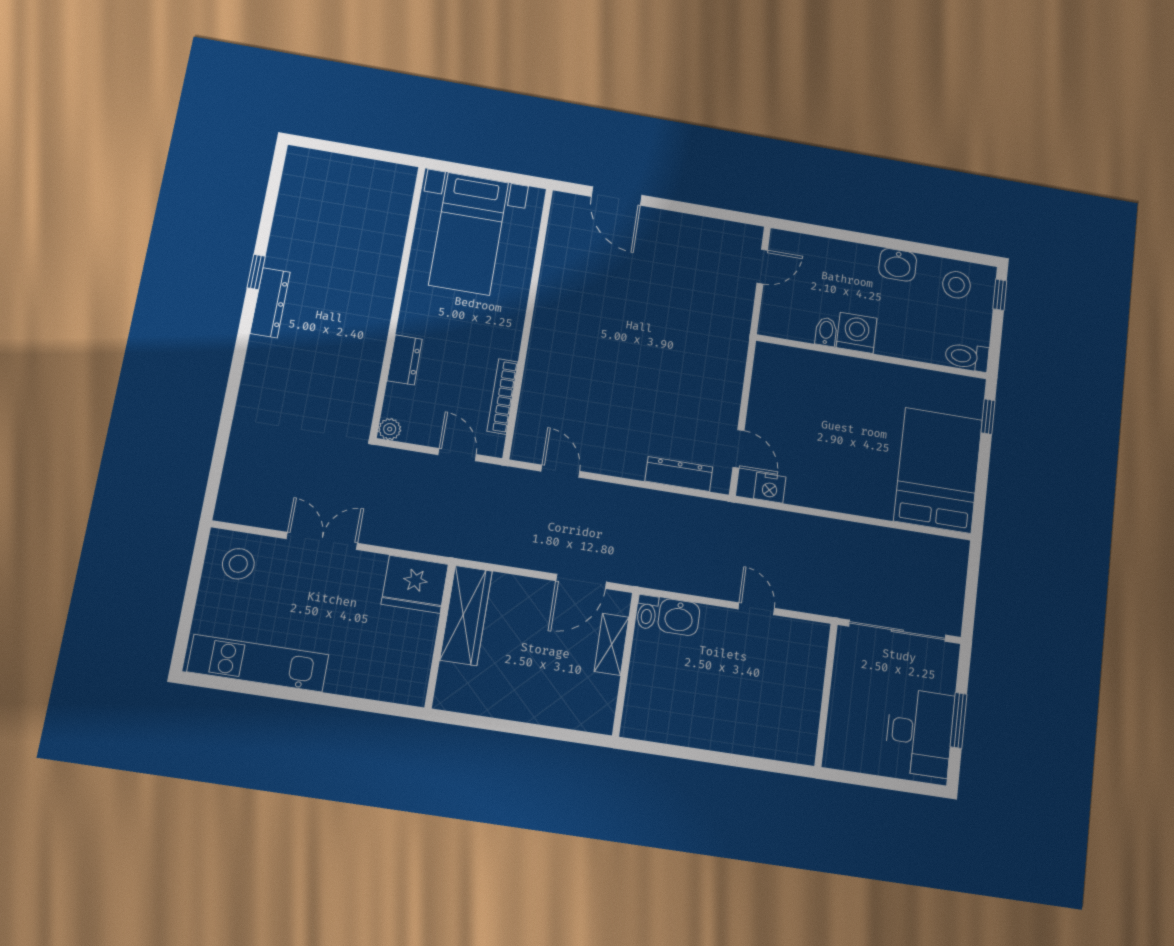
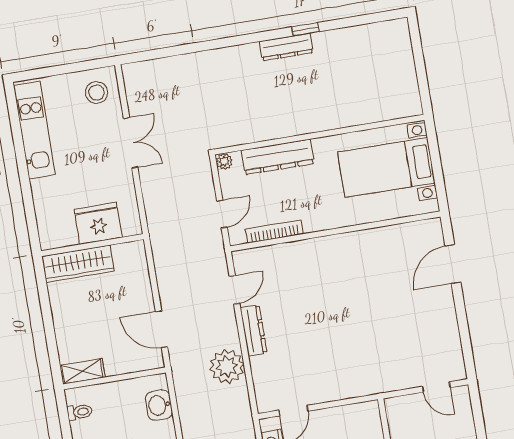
dresser: (405, 360) -> (278, 157), width x1.96, depth x1.24
dresser: (679, 474) -> (254, 330), moved
plant: (656, 514) -> (227, 367), added
fridge: (415, 584) -> (98, 223), moved, turned 90
toilet: (647, 612) -> (80, 412), moved, turned 180
wardrobe: (466, 615) -> (78, 264), moved
shelving: (611, 644) -> (82, 371), moved

